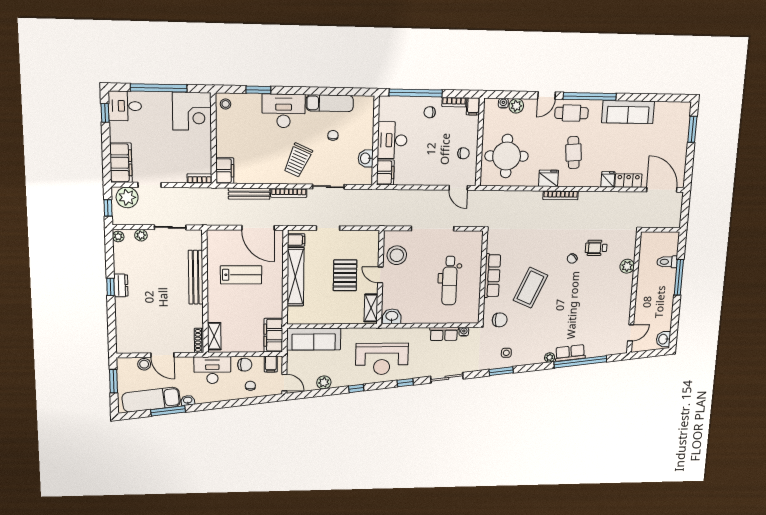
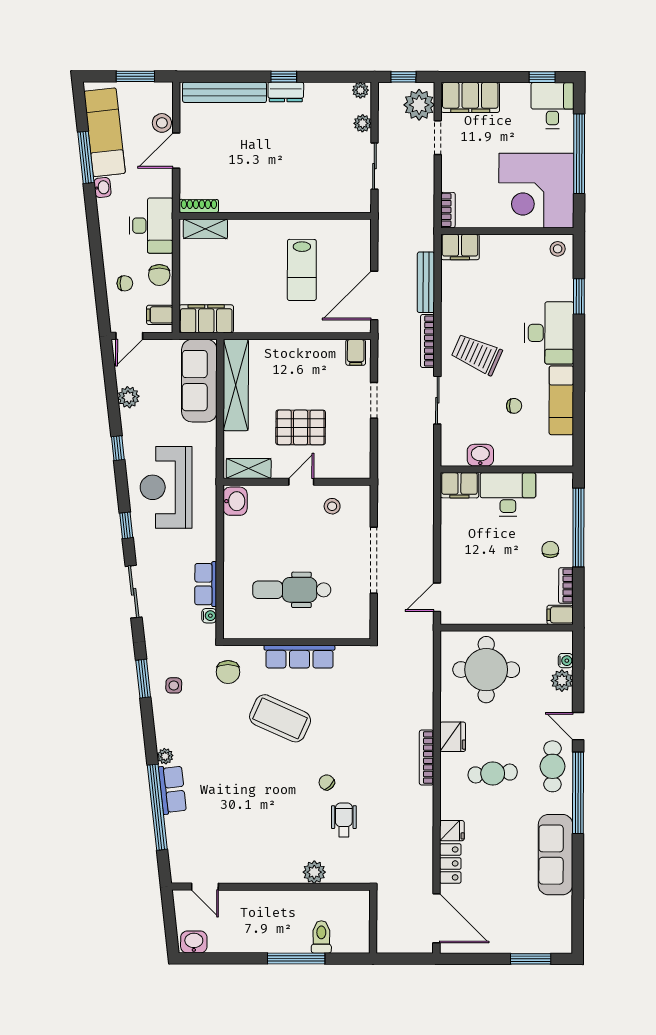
corner desk: (192, 111) -> (536, 191), width x1.36, depth x1.36
chair: (463, 153) -> (490, 603), removed
door: (662, 190) -> (436, 918), hinge flipped
stool: (397, 255) -> (332, 506), width x0.53, depth x0.53
bench: (196, 277) -> (225, 92), moved
shelving: (295, 277) -> (236, 385), moved, turned 90

